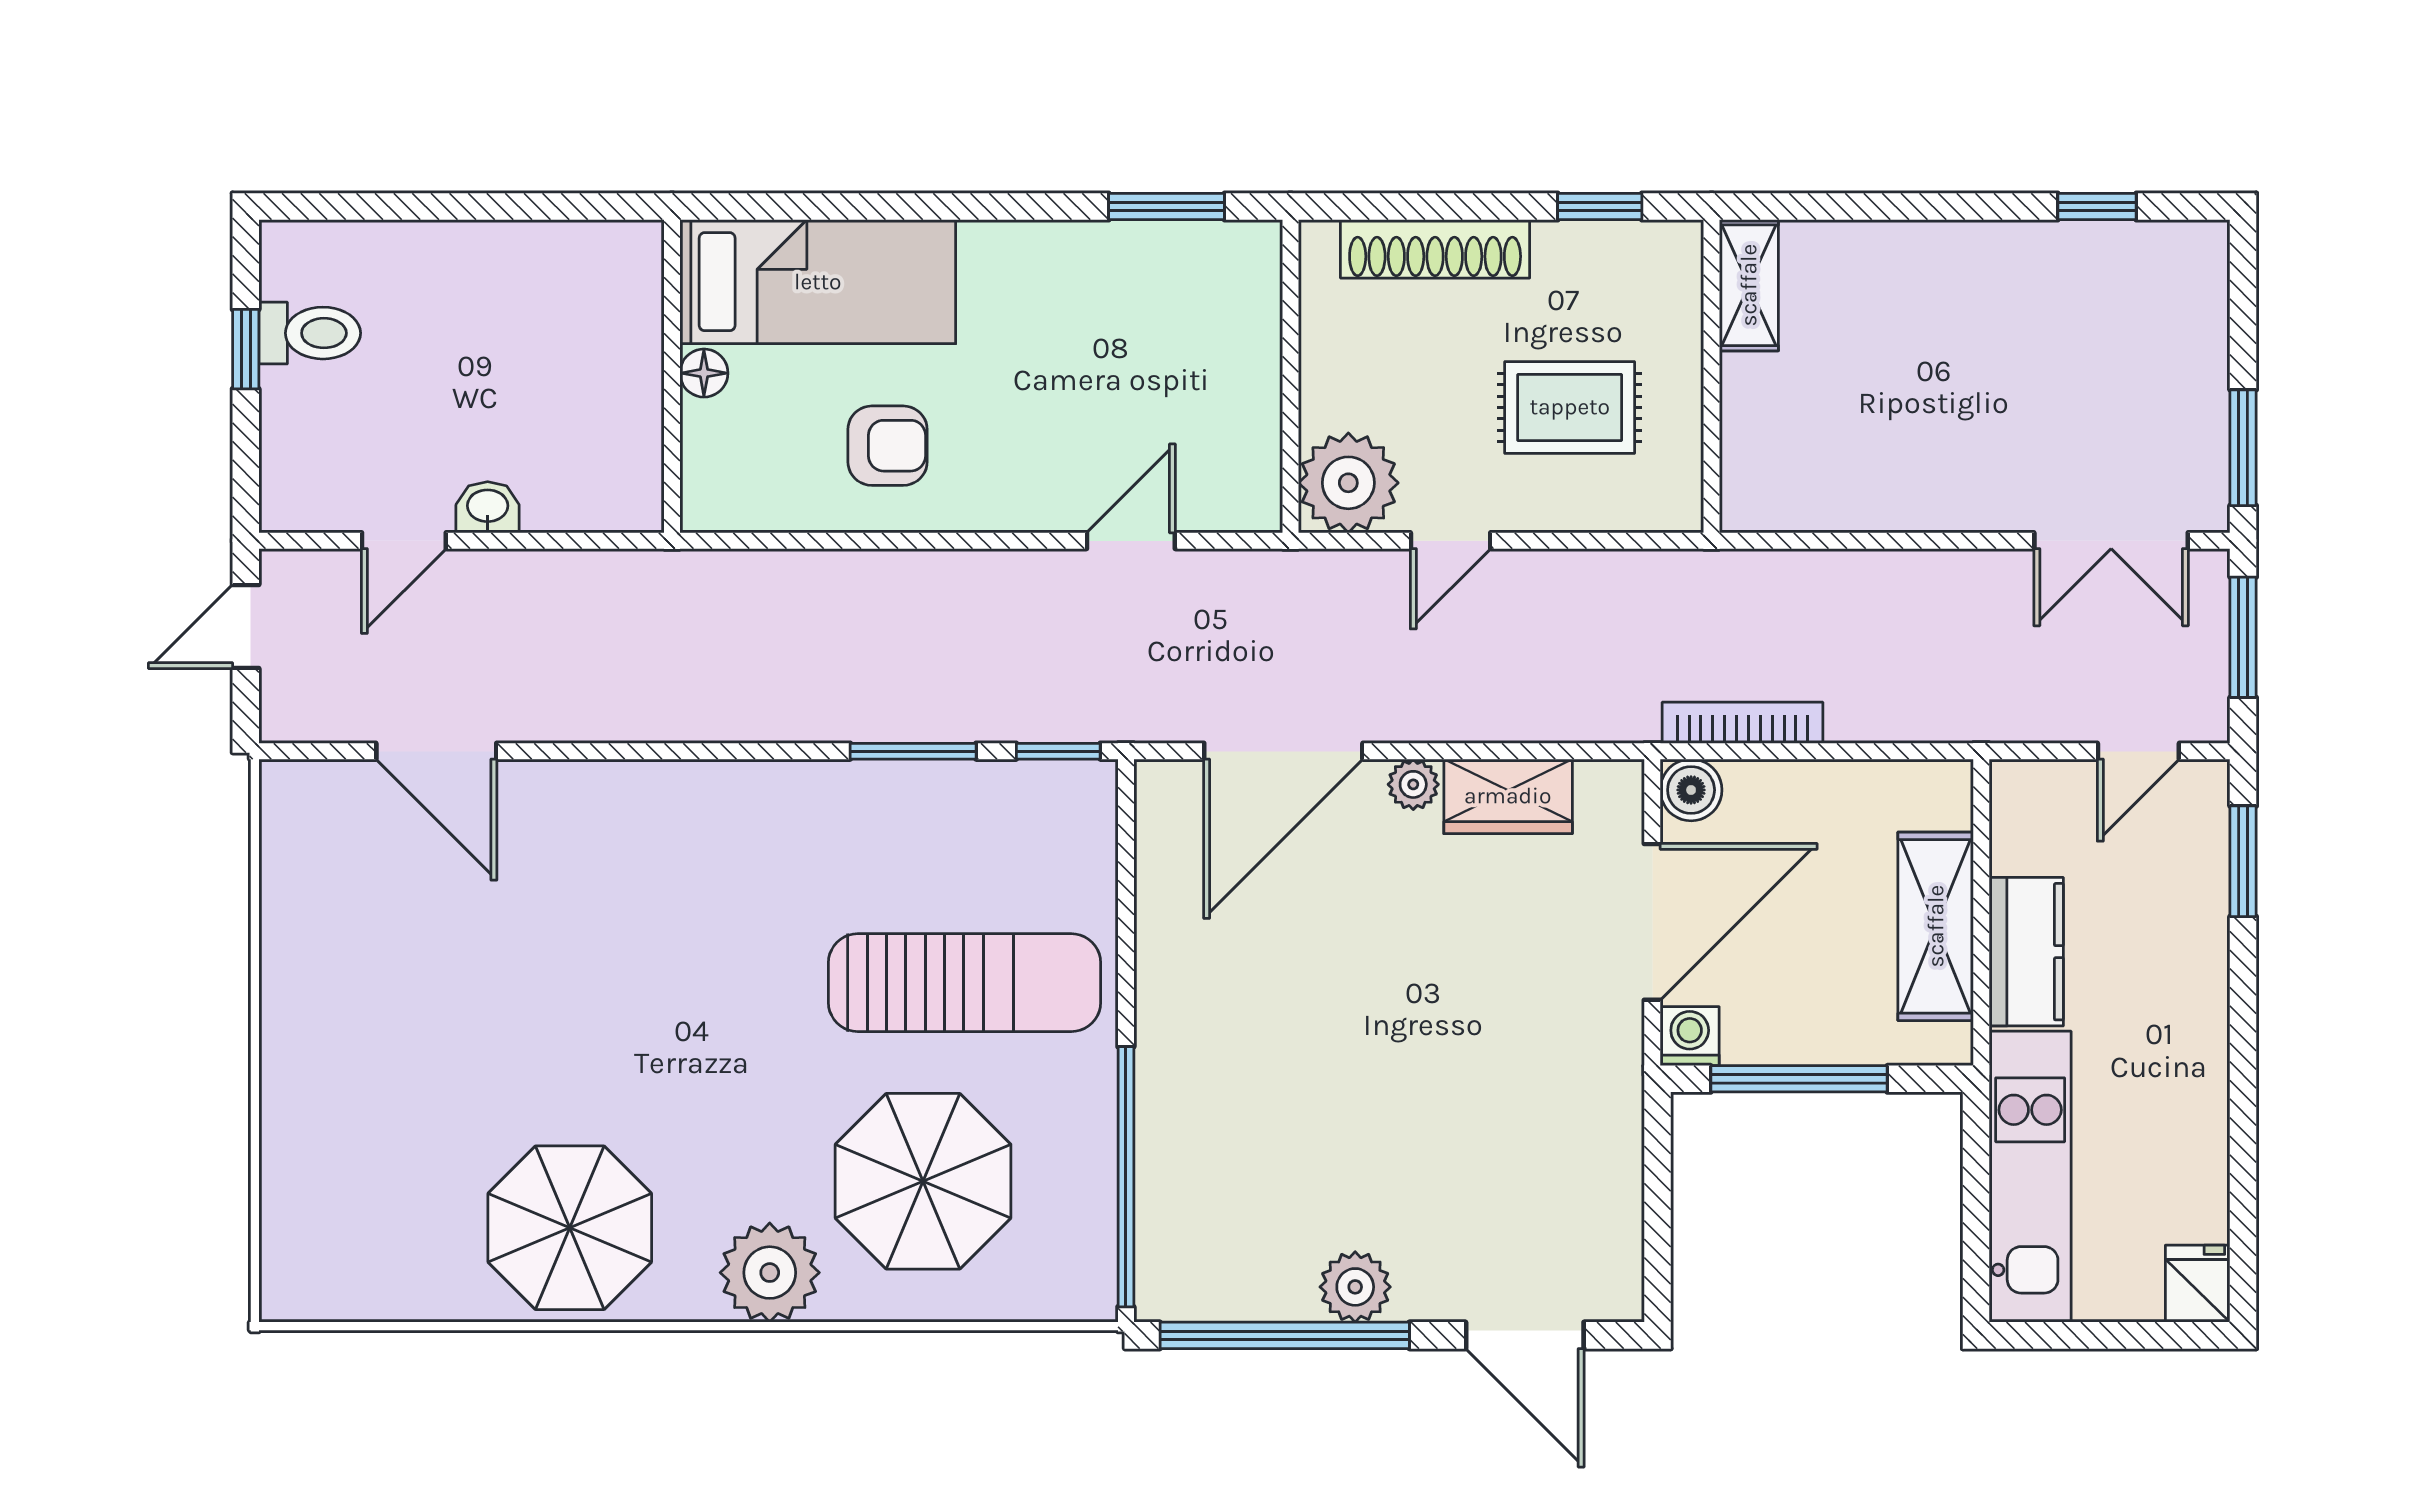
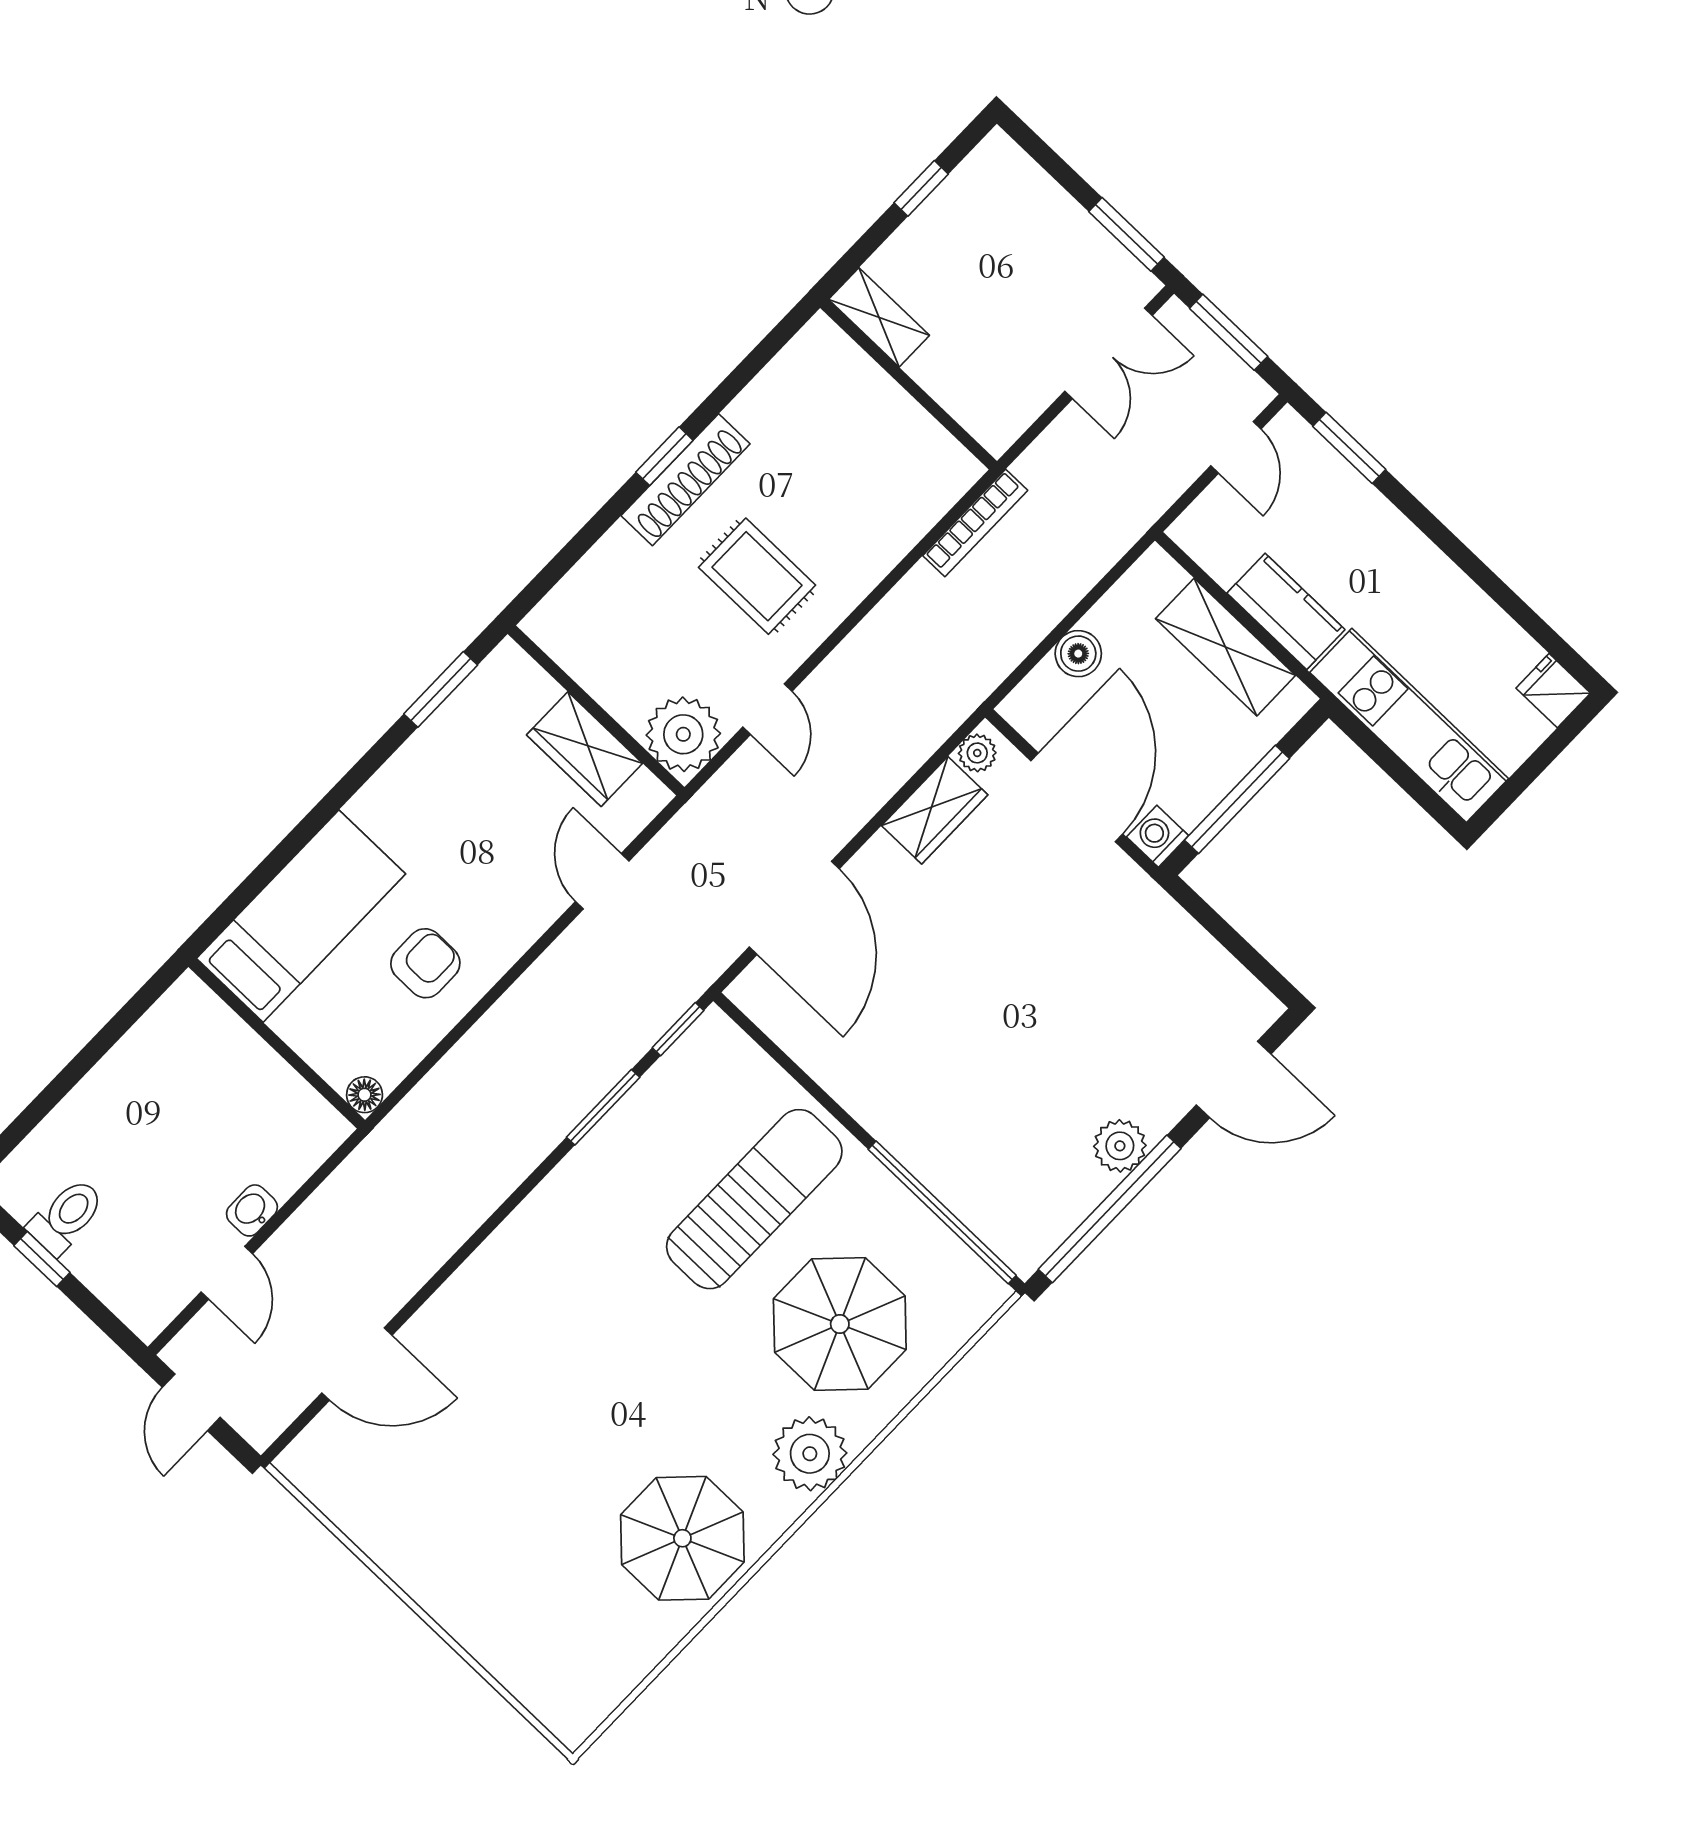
shoe rack: (1435, 249) -> (686, 480), moved
shelving: (1749, 285) -> (879, 317), moved
floor lamp: (704, 373) -> (365, 1095), moved
wall: (1711, 376) -> (909, 384), moved
wardrobe: (1242, 401) -> (585, 749), added
rug: (1570, 407) -> (757, 576), turned 90
bookcase: (1743, 723) -> (975, 523), moved, turned 180
plant: (1413, 784) -> (977, 753), moved
boiler: (1691, 790) -> (1078, 654), moved

